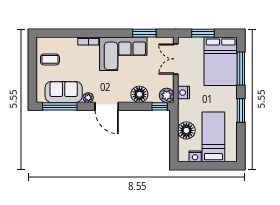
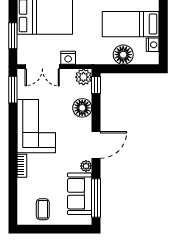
window: (144, 33) -> (13, 90), moved
nightstand: (184, 93) -> (68, 58), moved

